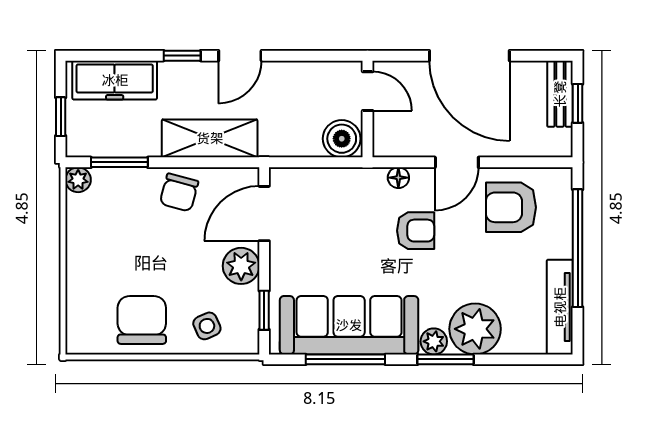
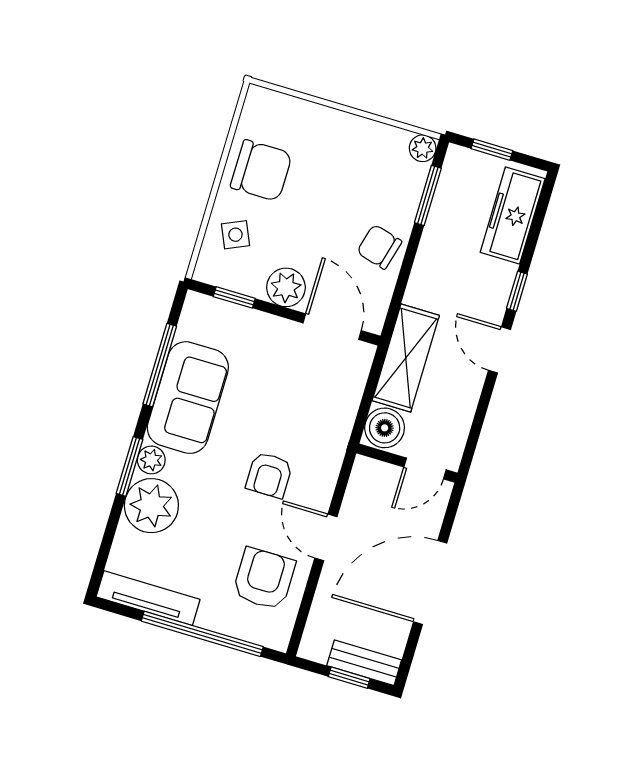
shelving: (210, 138) -> (406, 358), moved
floor lamp: (398, 178) -> (328, 474), removed
sofa: (349, 325) -> (188, 398), width x0.73

